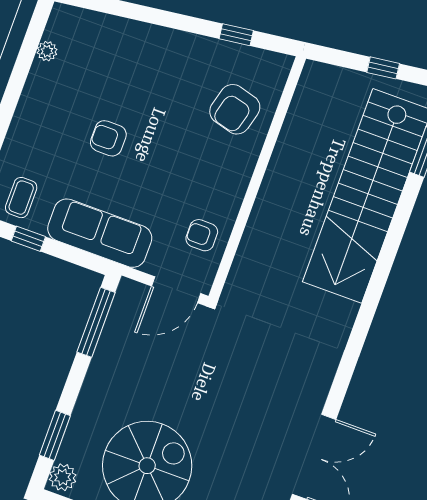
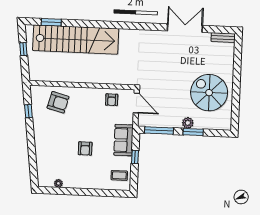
sofa: (100, 233) -> (124, 140), width x0.73
window: (28, 239) -> (135, 157), moved
window: (55, 435) -> (193, 132), moved
plant: (63, 477) -> (188, 123), moved

